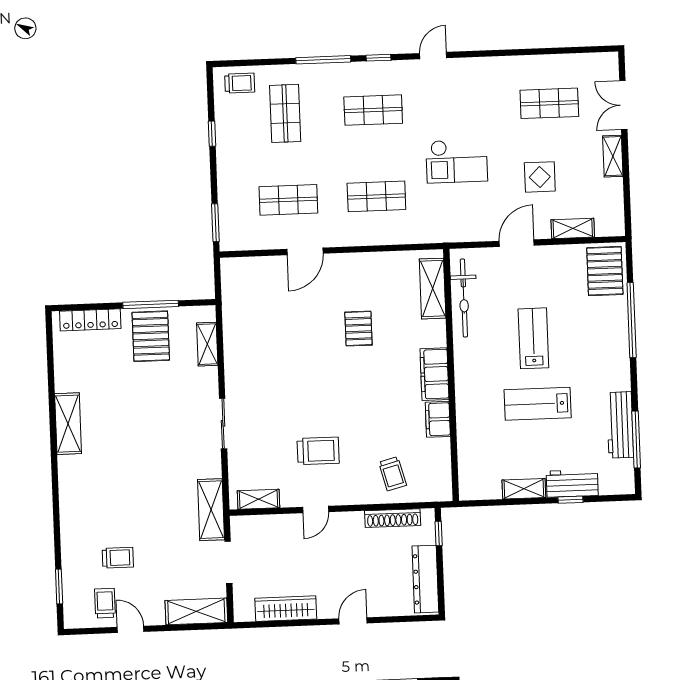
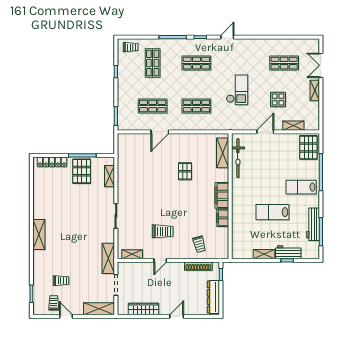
checkout: (457, 161) -> (237, 90), turned -90
lab bench: (533, 338) -> (301, 187), moved, turned -90
shelving: (68, 424) -> (39, 235), moved

